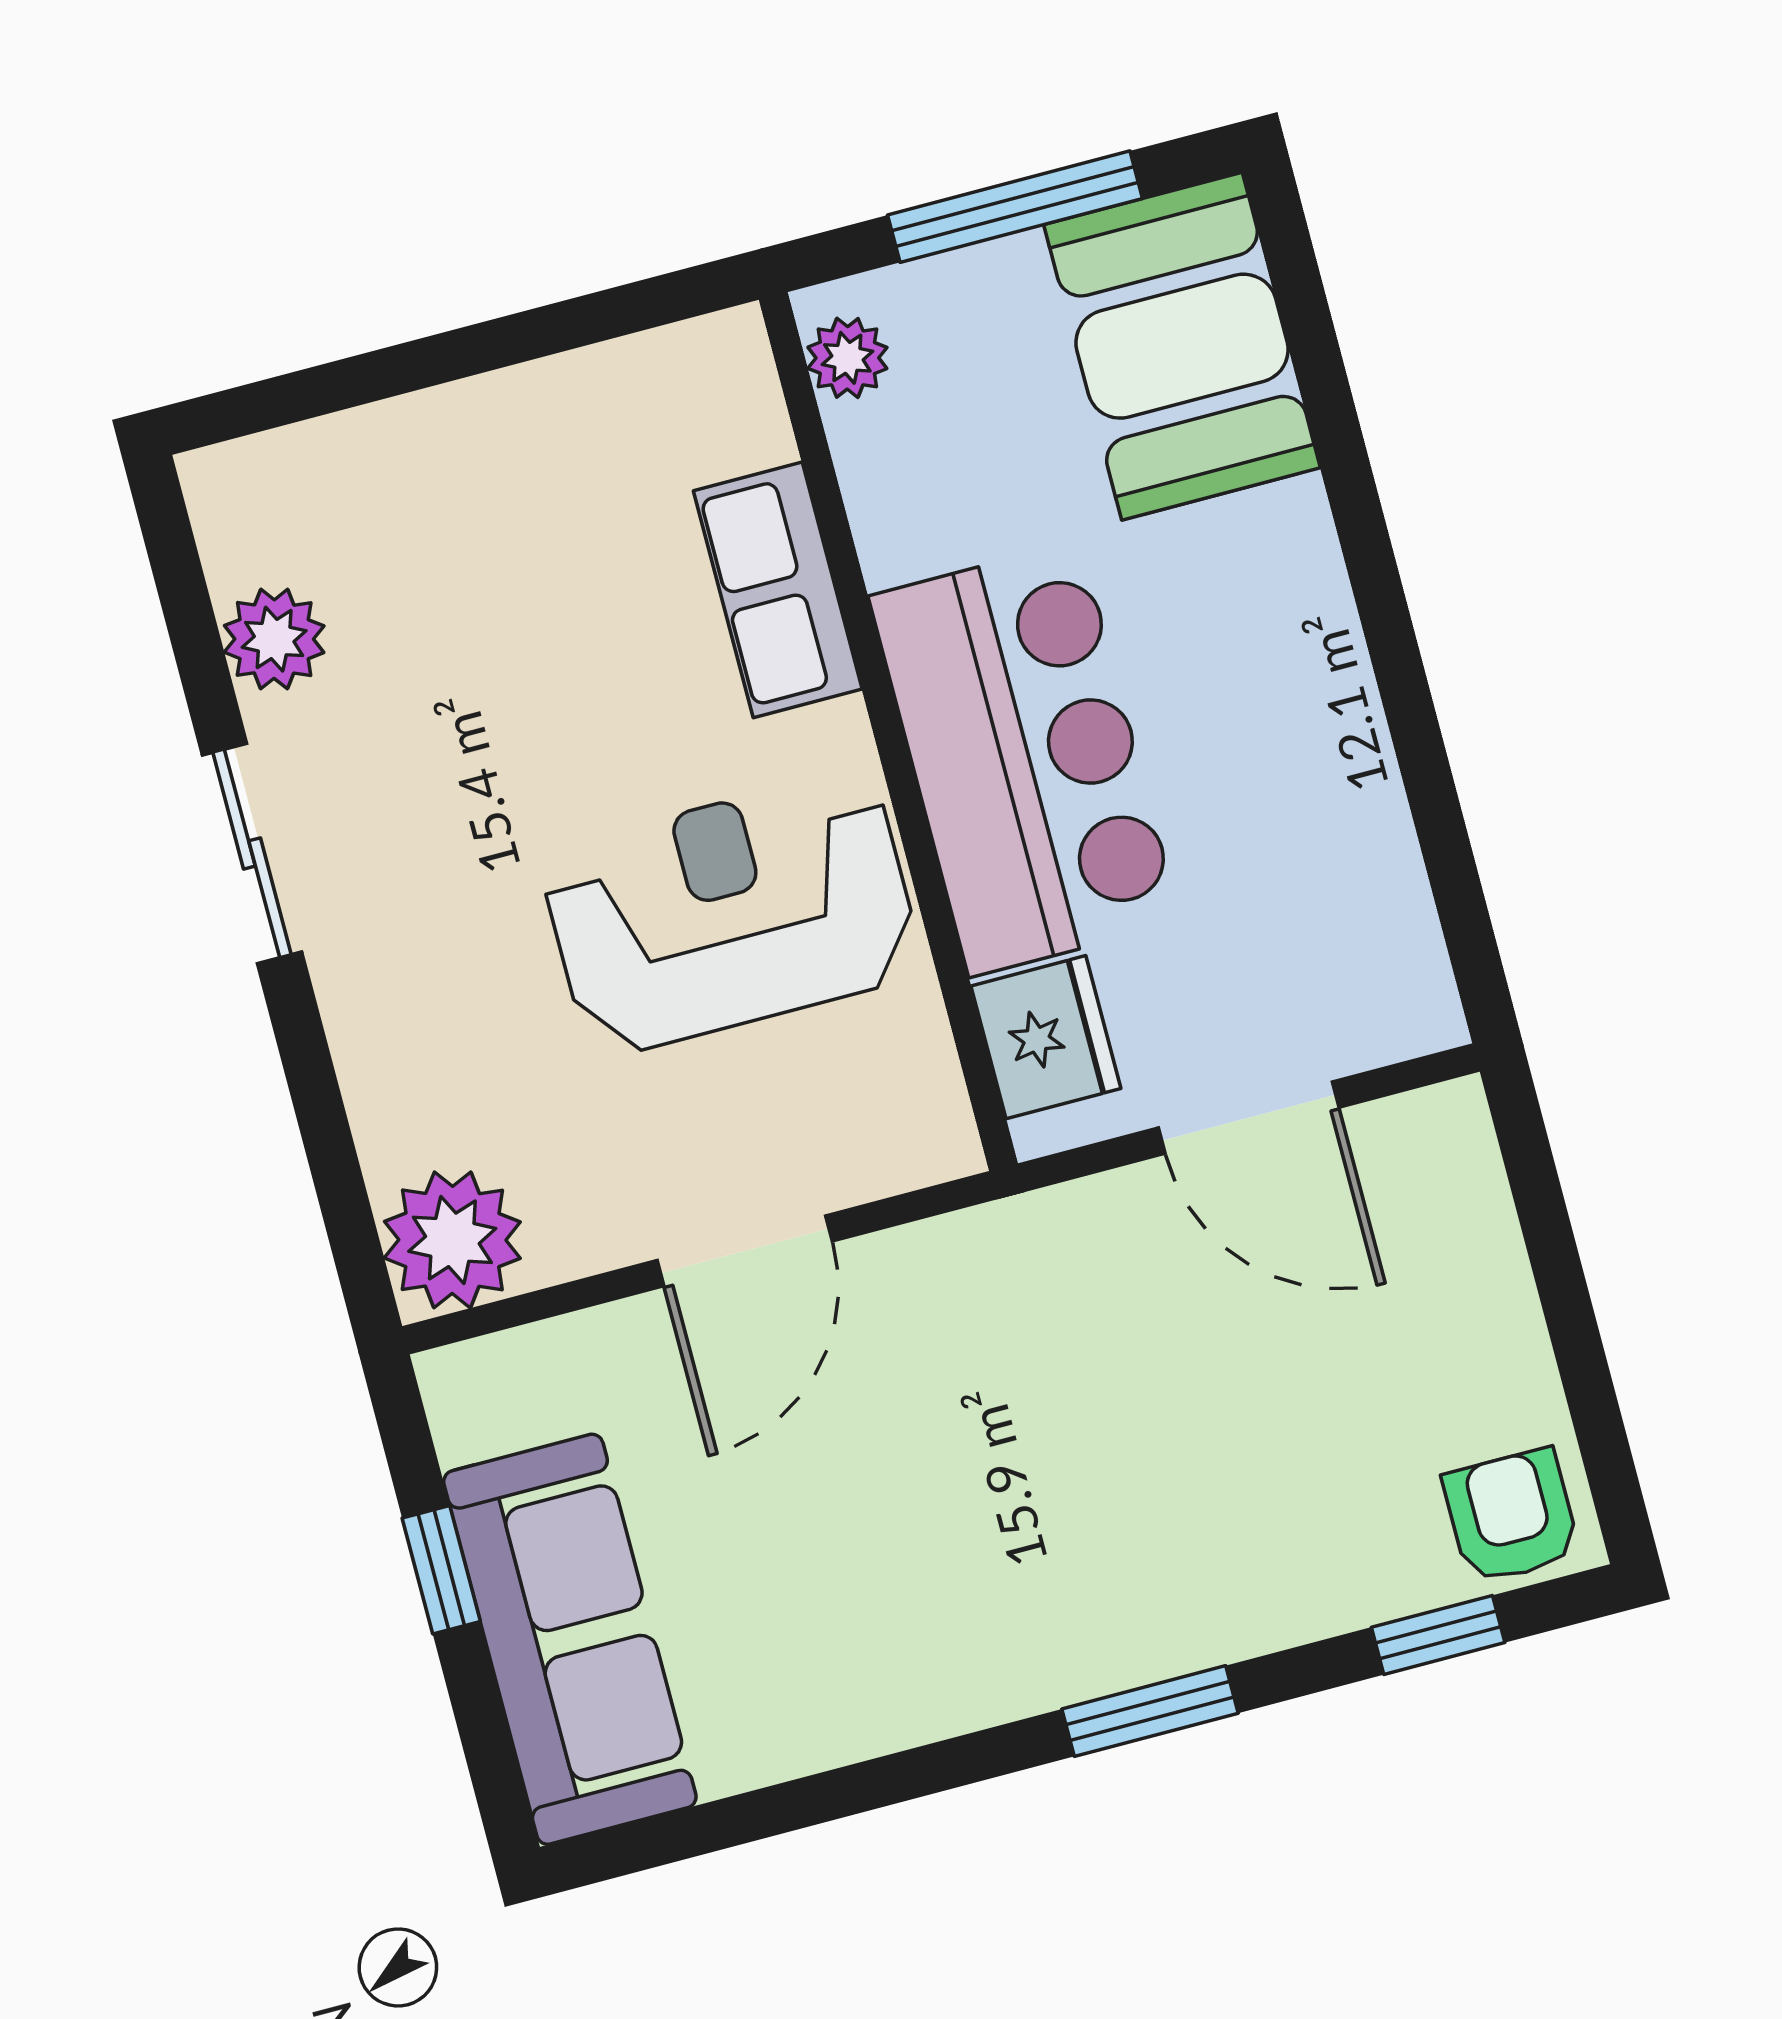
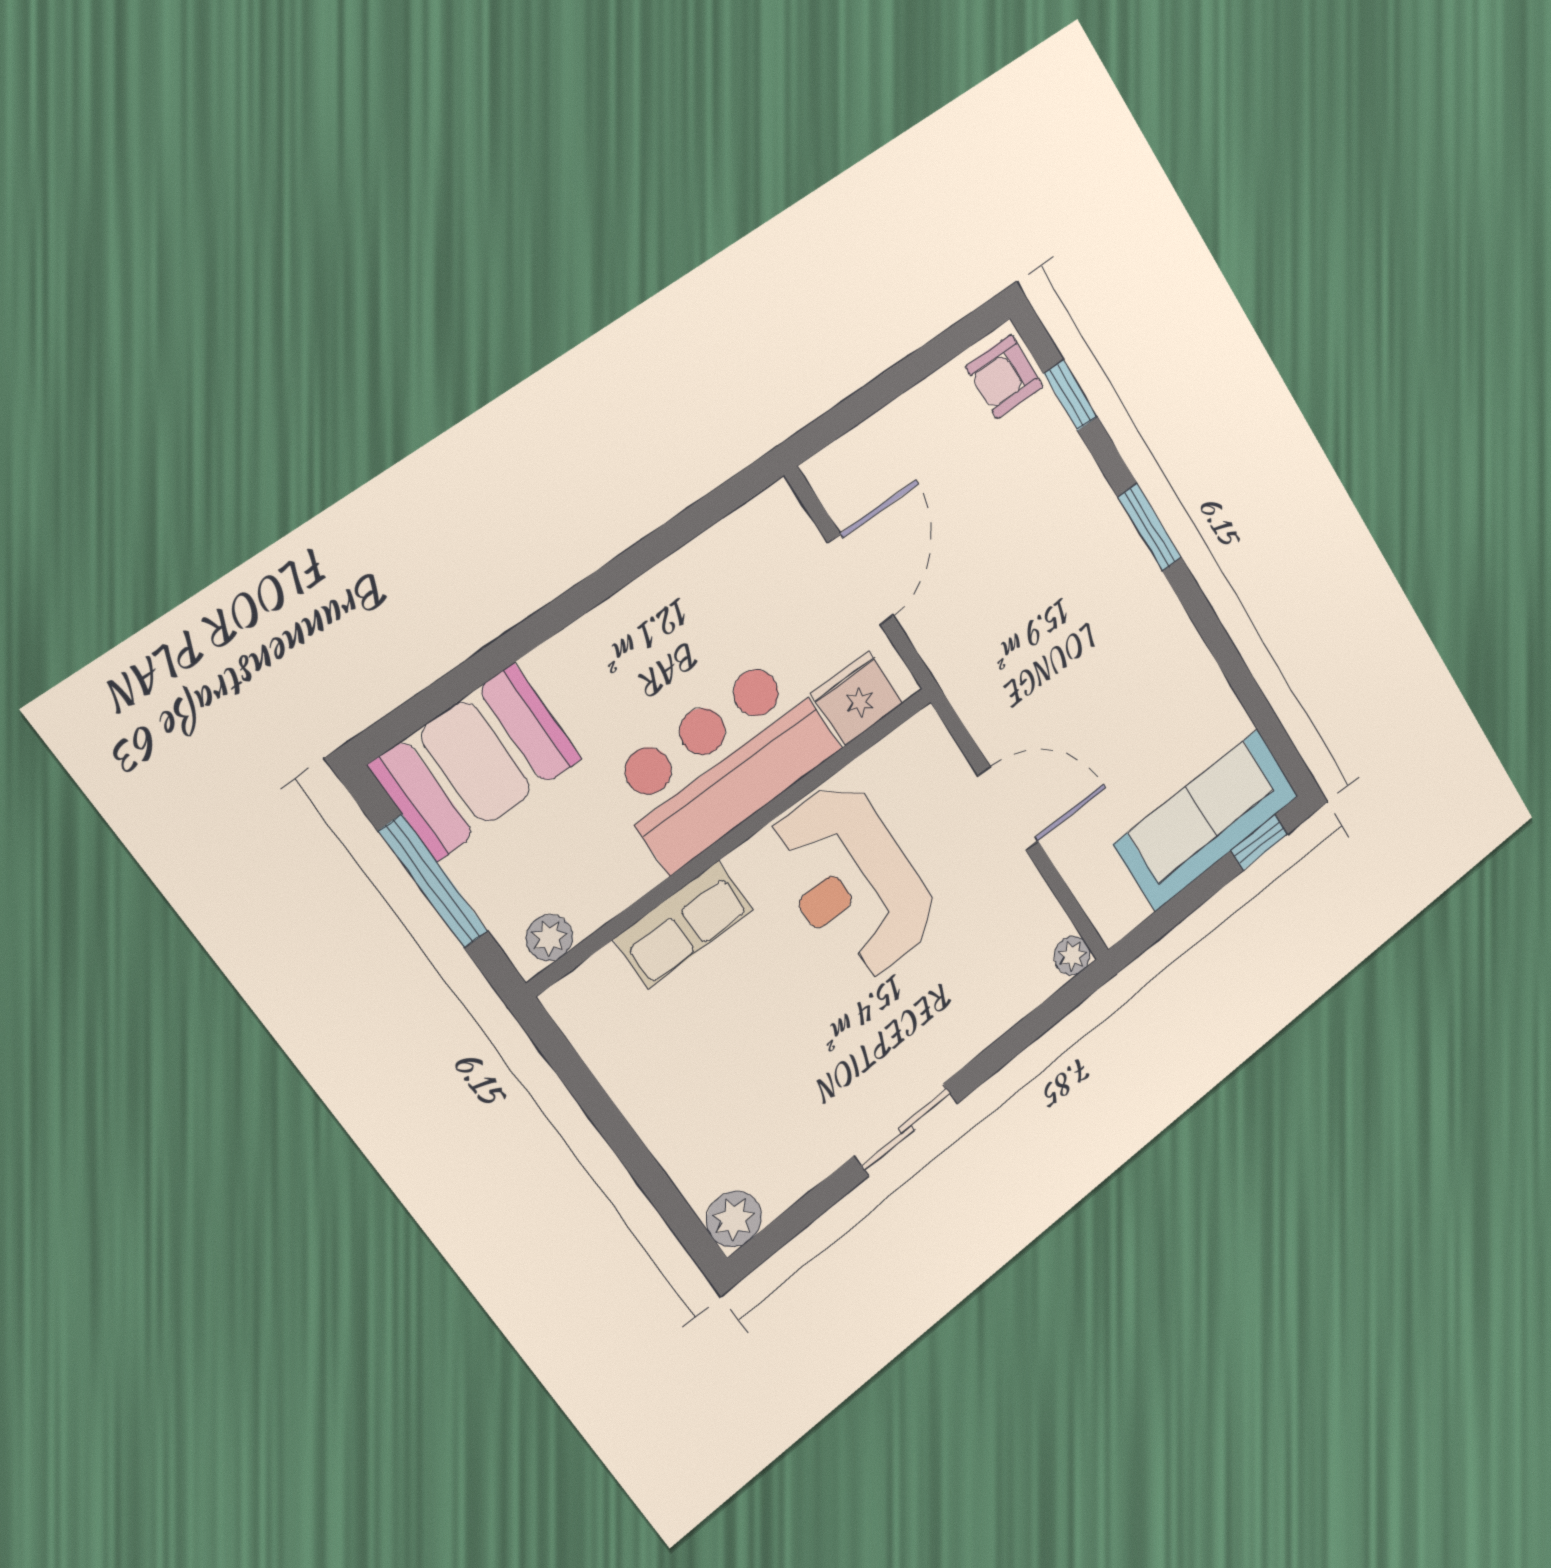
plant: (274, 639) -> (734, 1219), moved
plant: (452, 1240) -> (1072, 956), width x0.53, depth x0.53
window: (441, 1570) -> (1259, 842), moved

